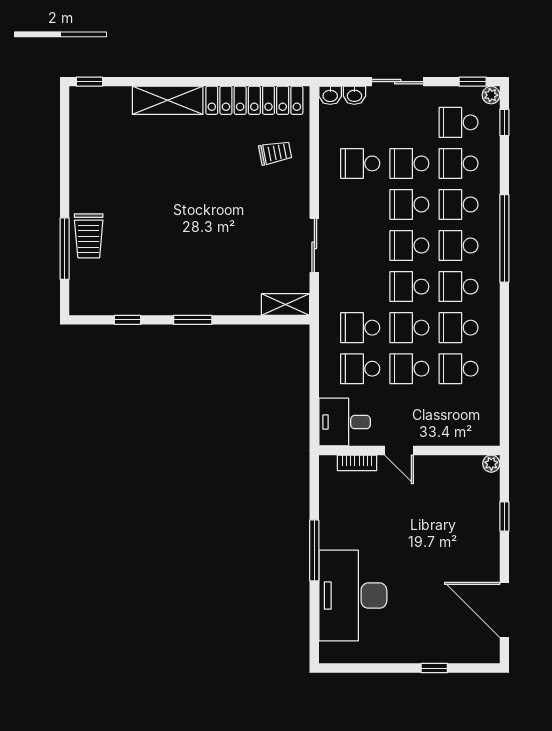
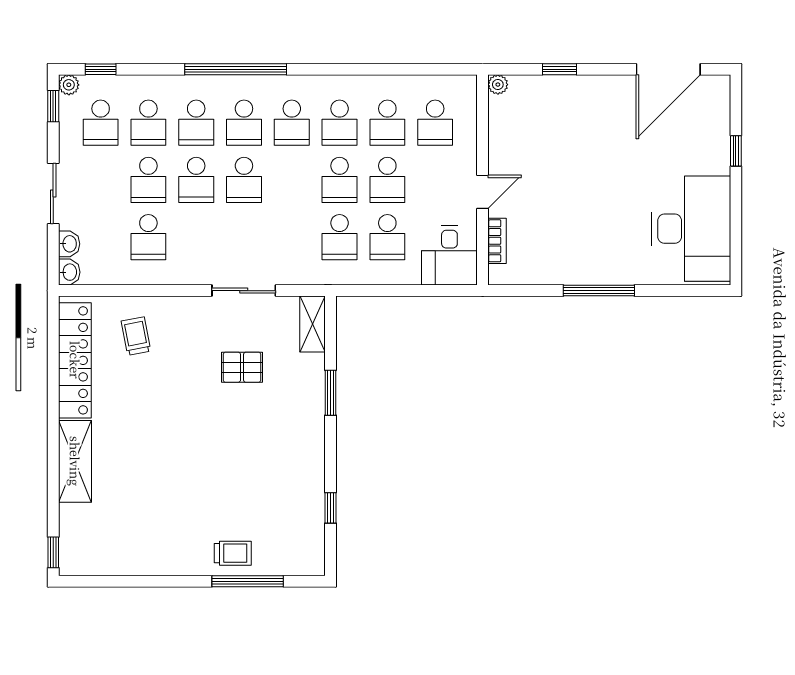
trolley: (89, 236) -> (233, 553), width x0.73, depth x0.72
pallet: (248, 244) -> (242, 367), added
school desk: (409, 287) -> (435, 123), moved
window: (193, 320) -> (331, 393), moved
desk: (353, 596) -> (691, 229), moved, turned -90

